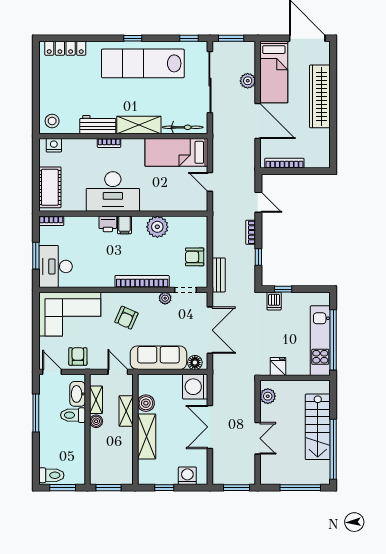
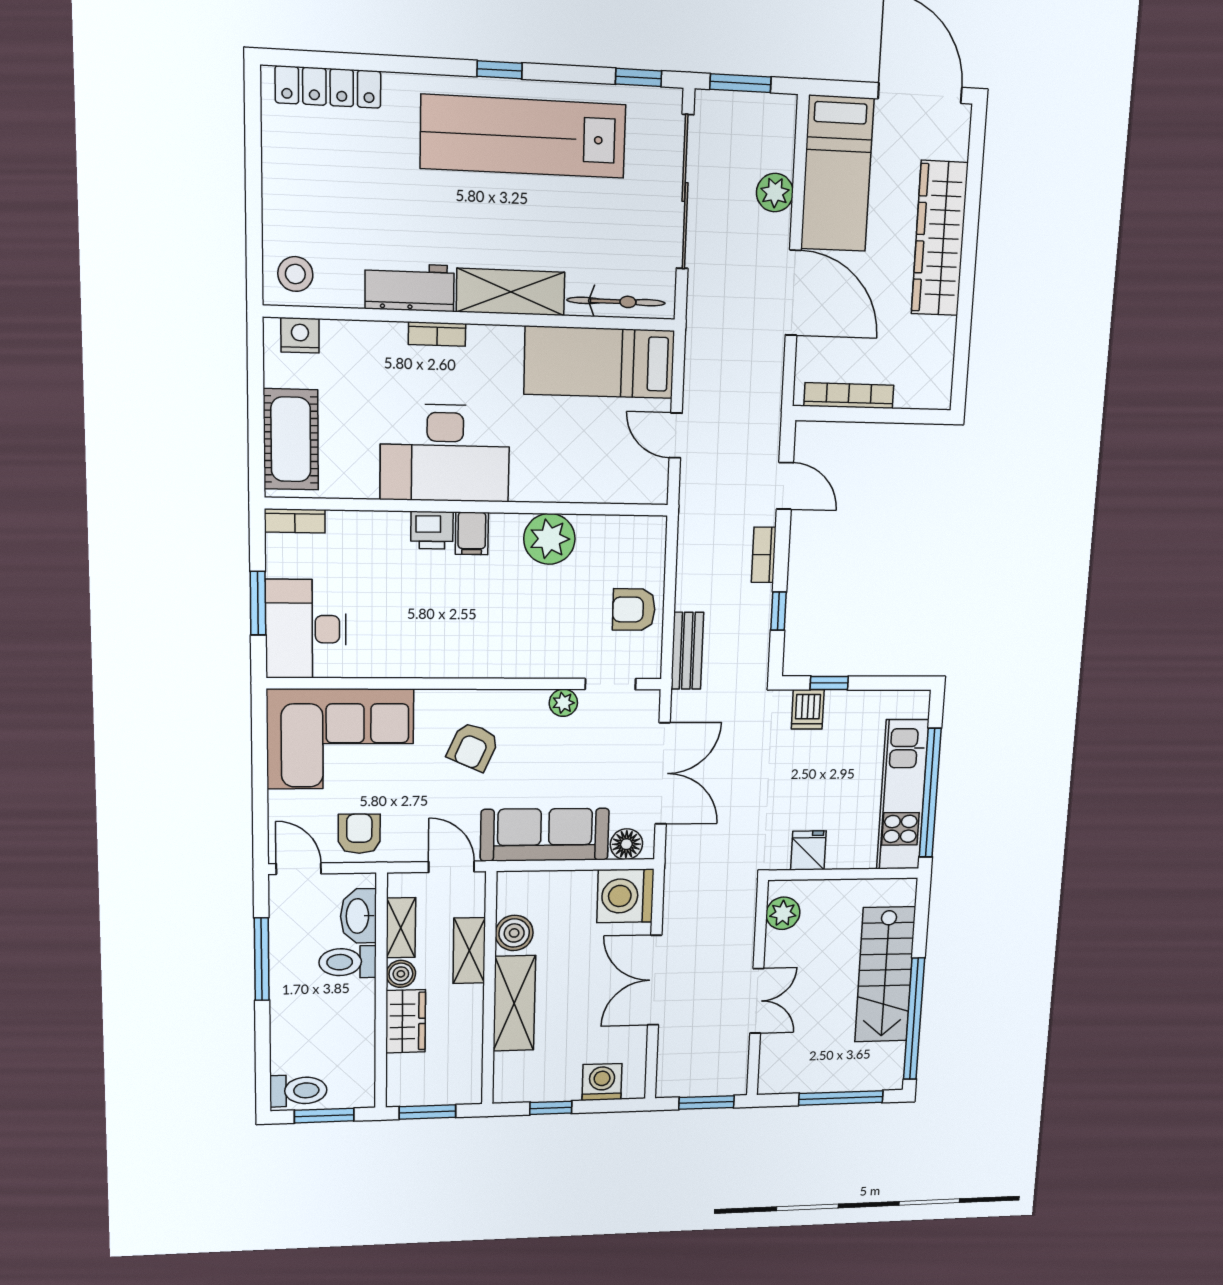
bookcase: (142, 281) -> (511, 665), removed
wardrobe: (98, 444) -> (406, 1021), added

